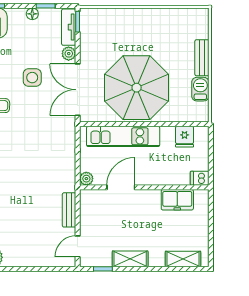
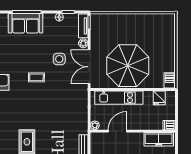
bench: (202, 58) -> (171, 46), removed
barbecue: (200, 89) -> (170, 80), moved
freezer: (177, 200) -> (159, 139), width x1.40

